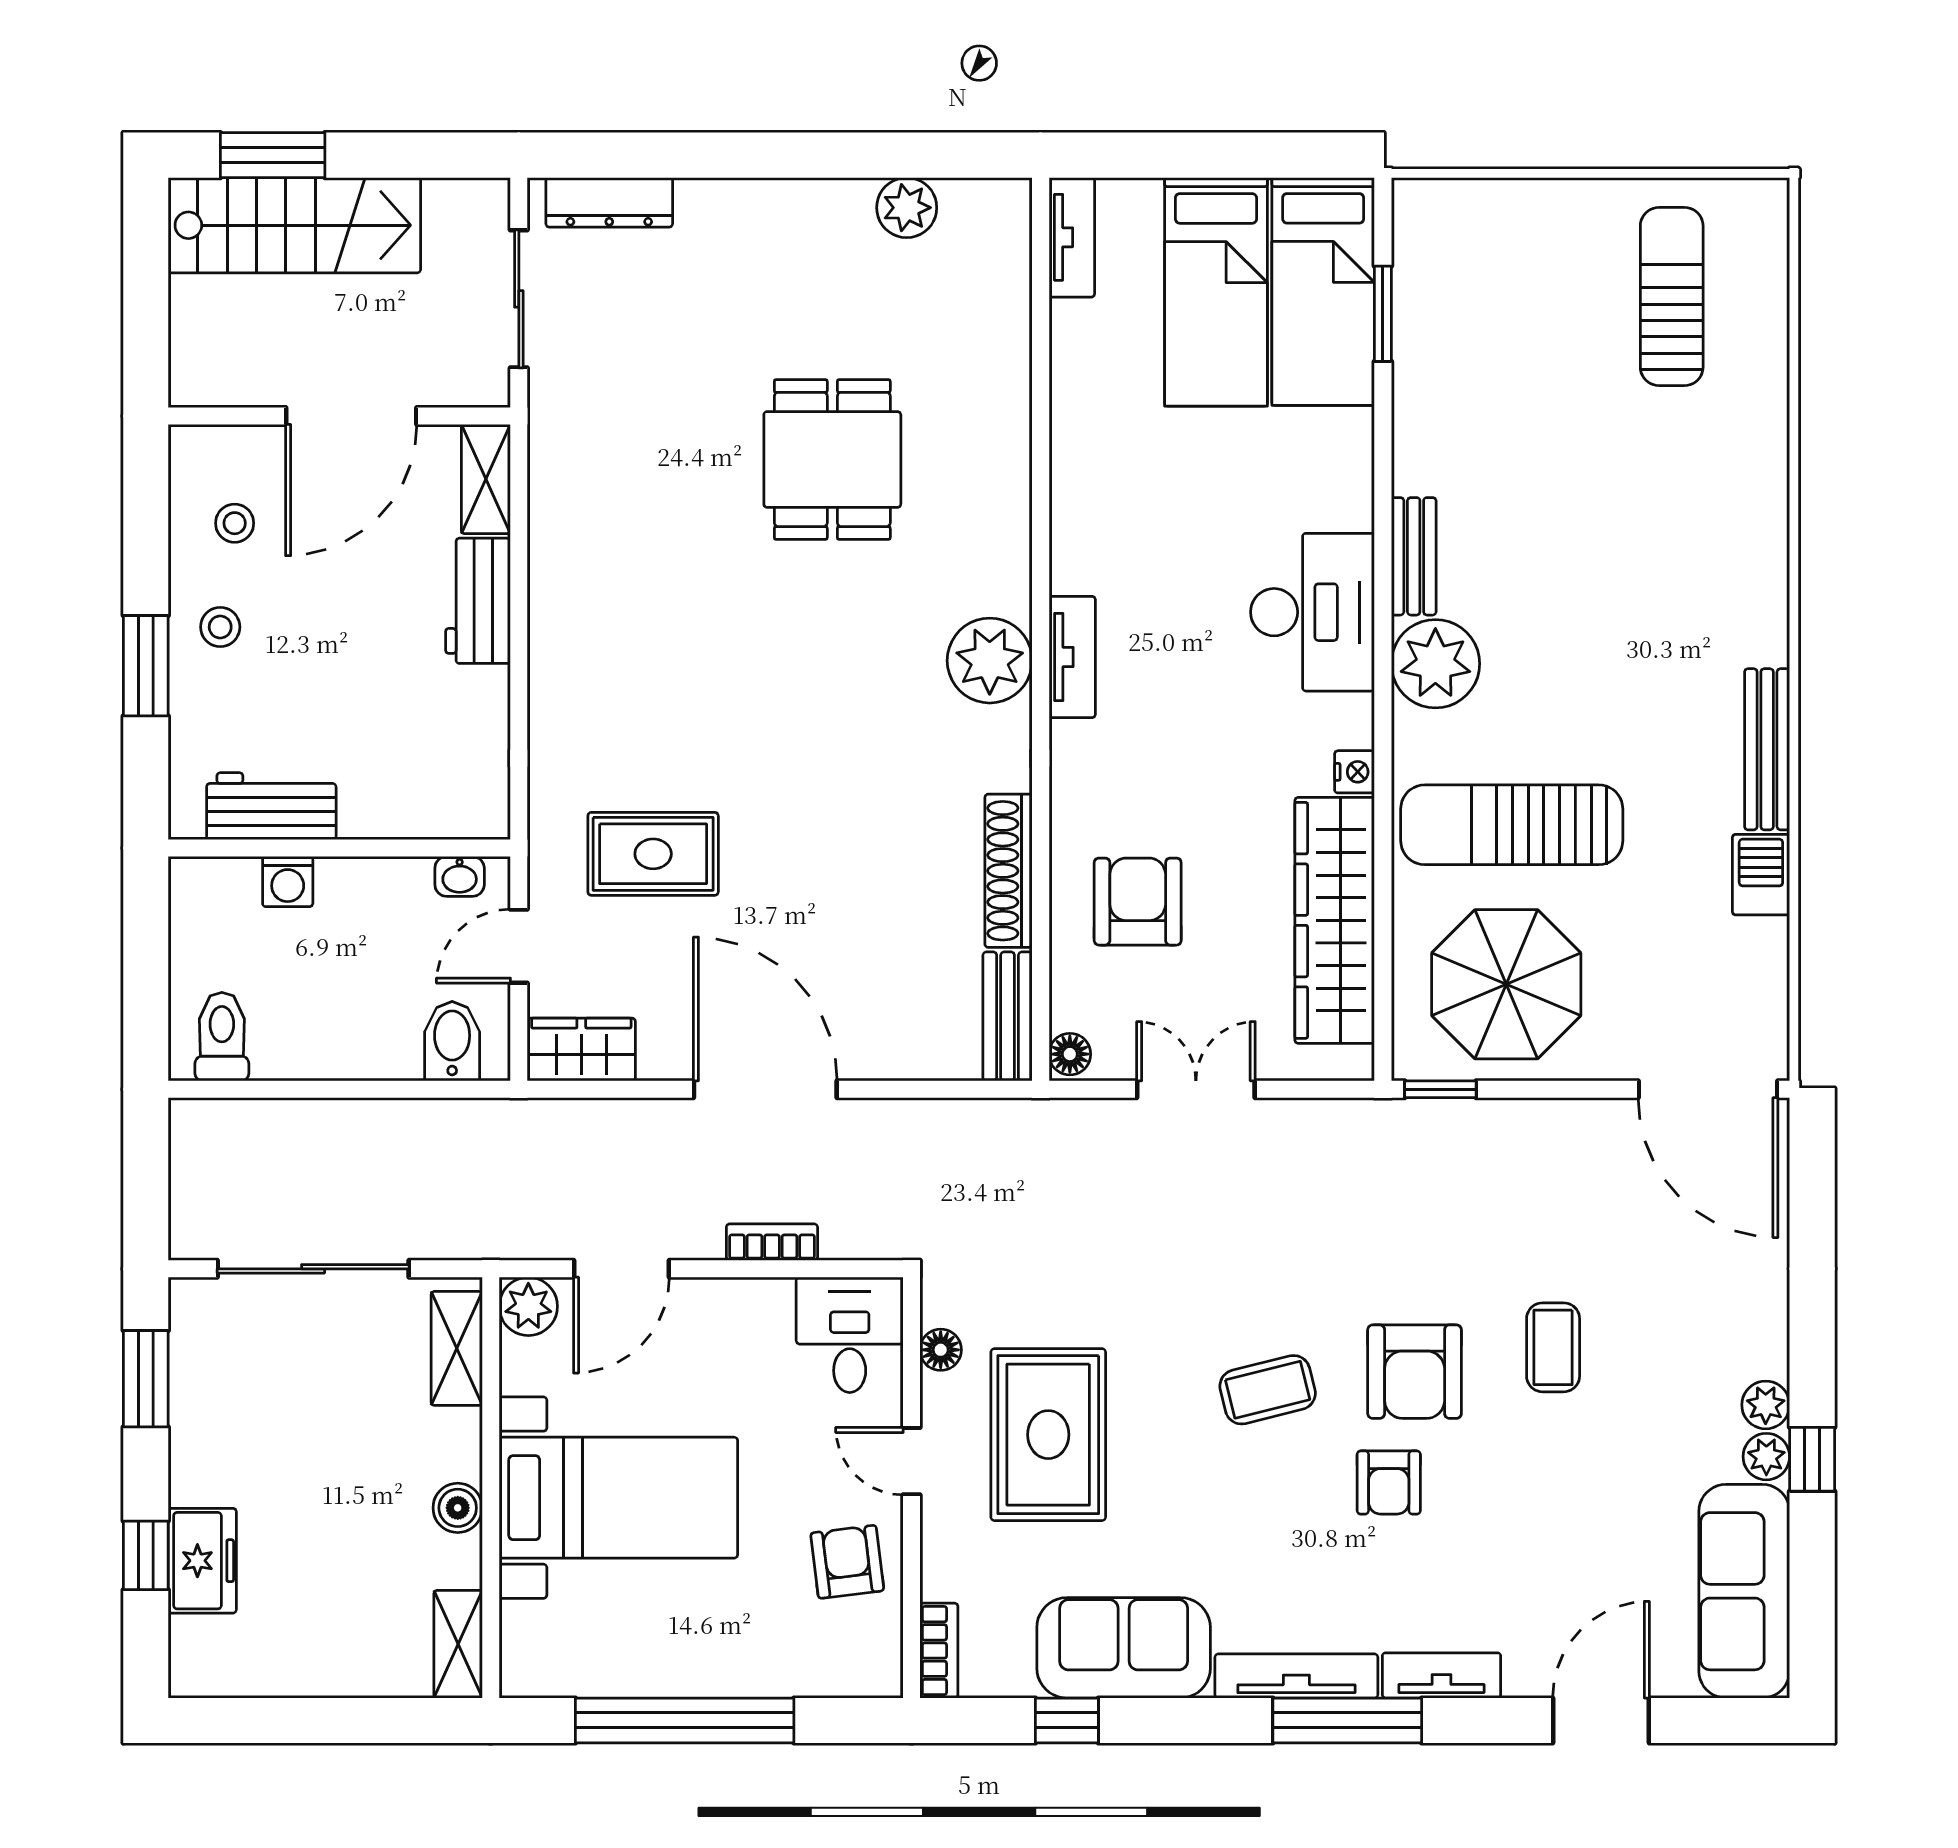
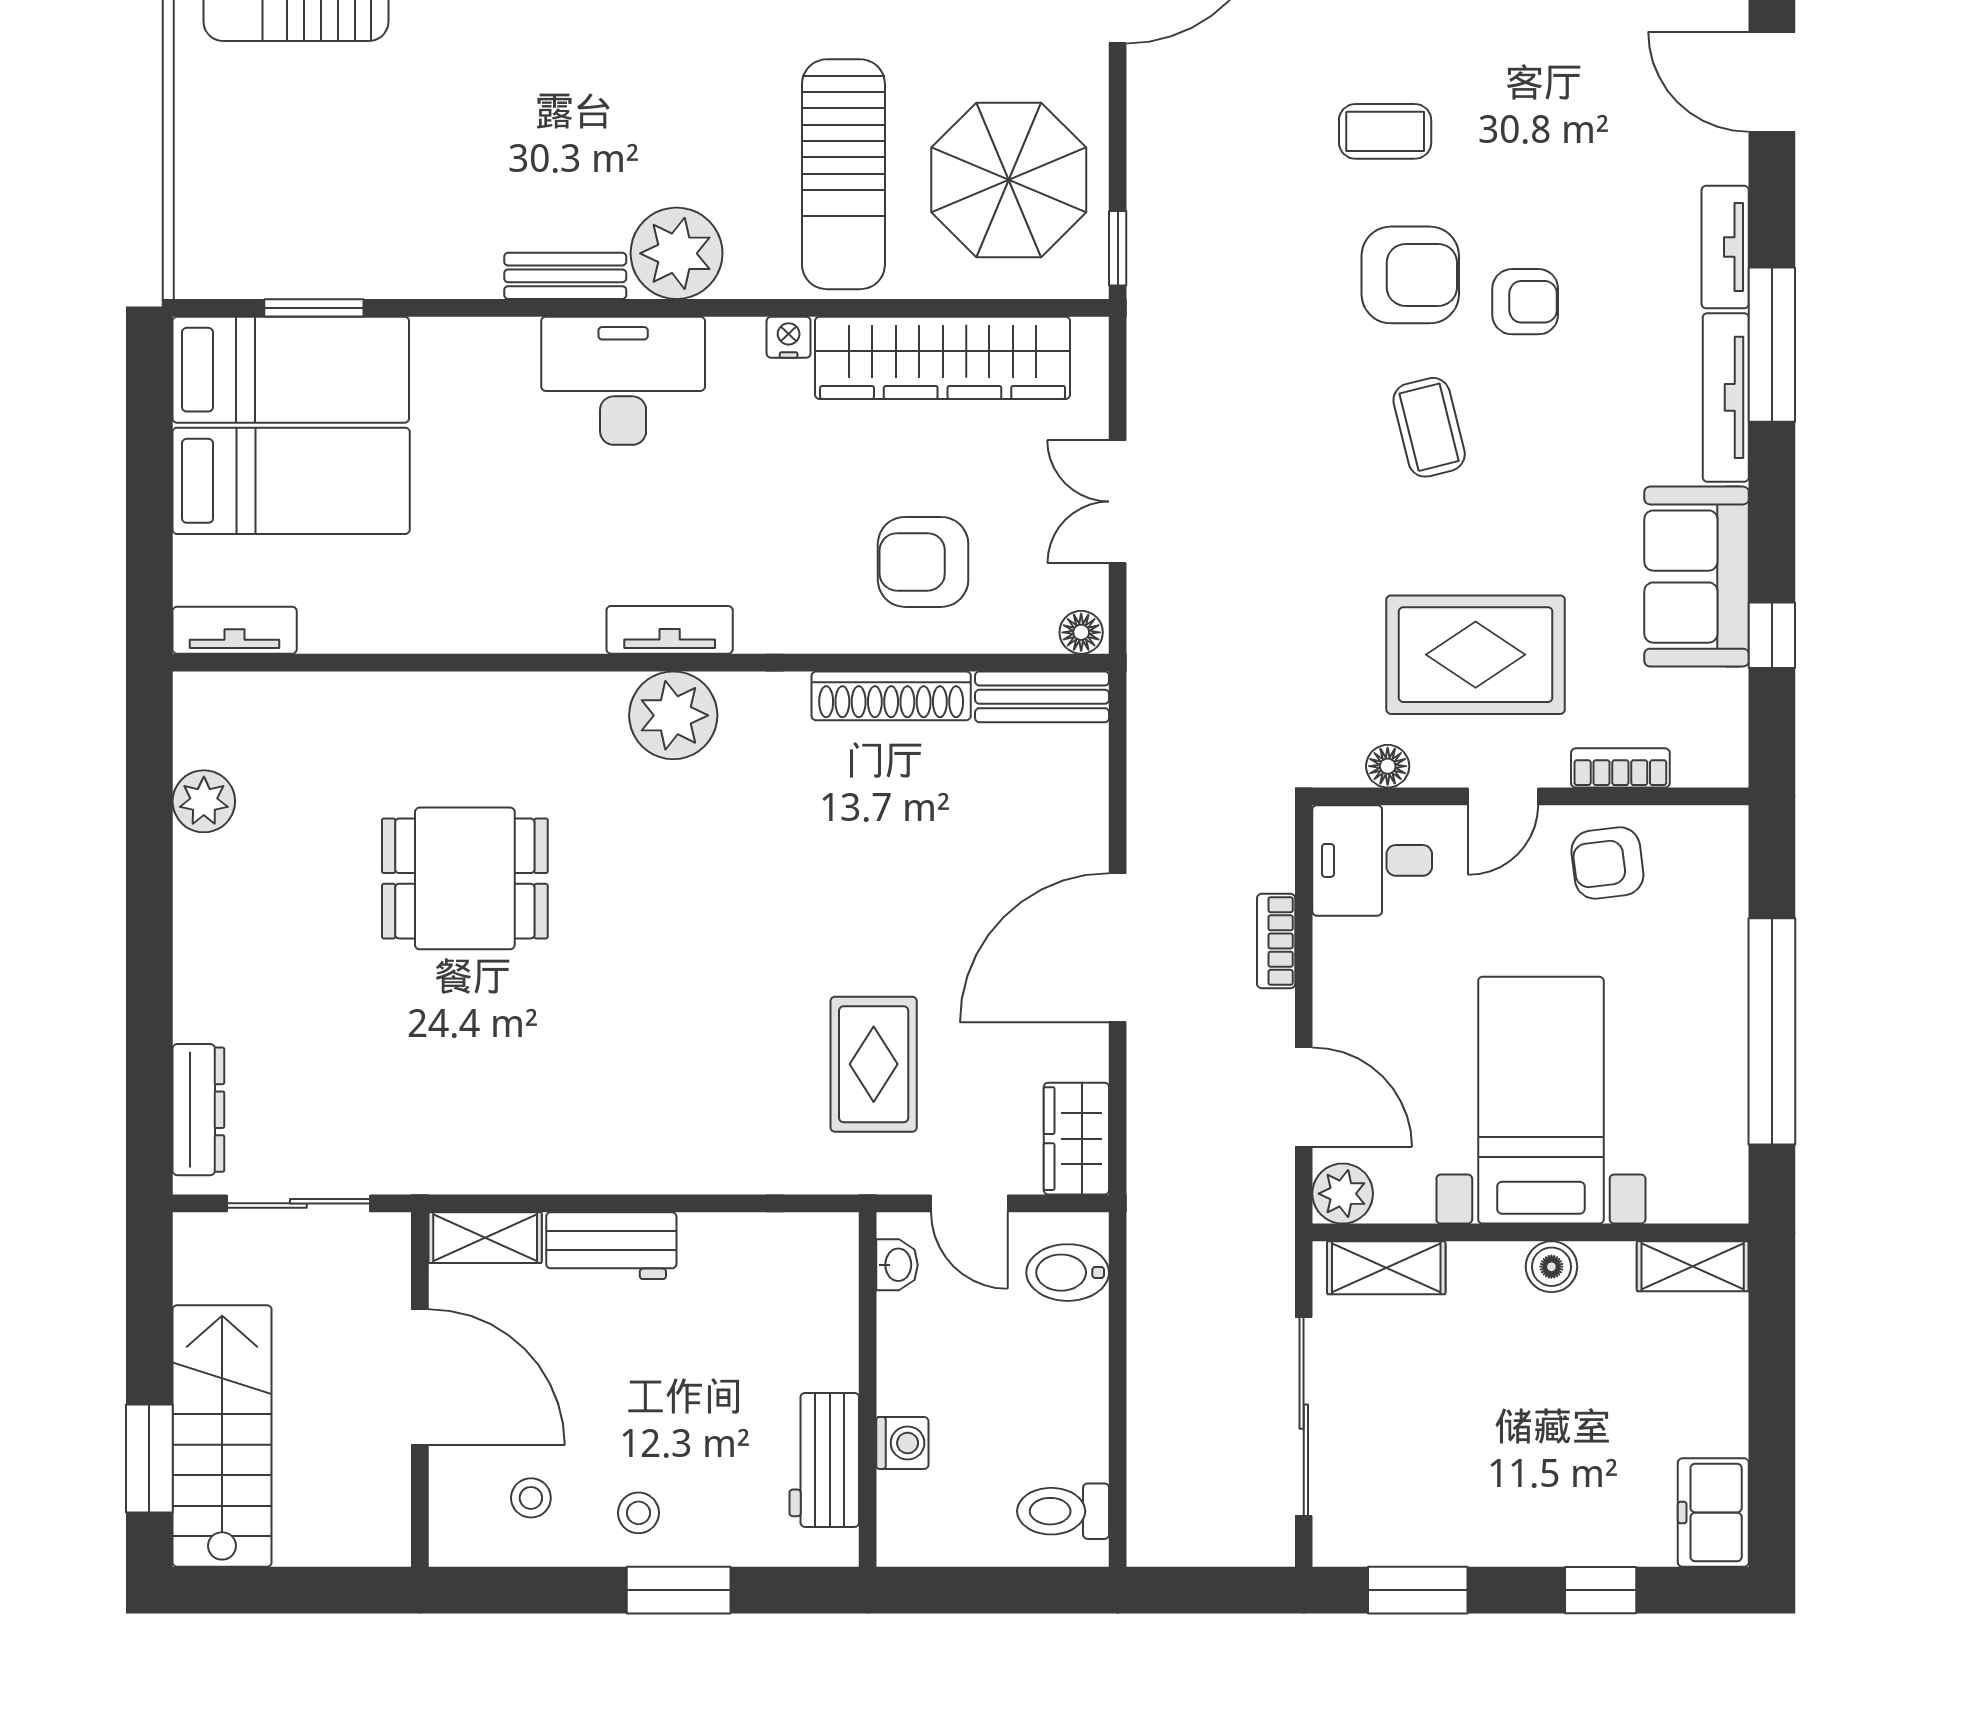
freezer: (202, 1561) -> (1713, 1513), moved, turned -90
bookcase: (939, 1651) -> (1620, 768), moved

